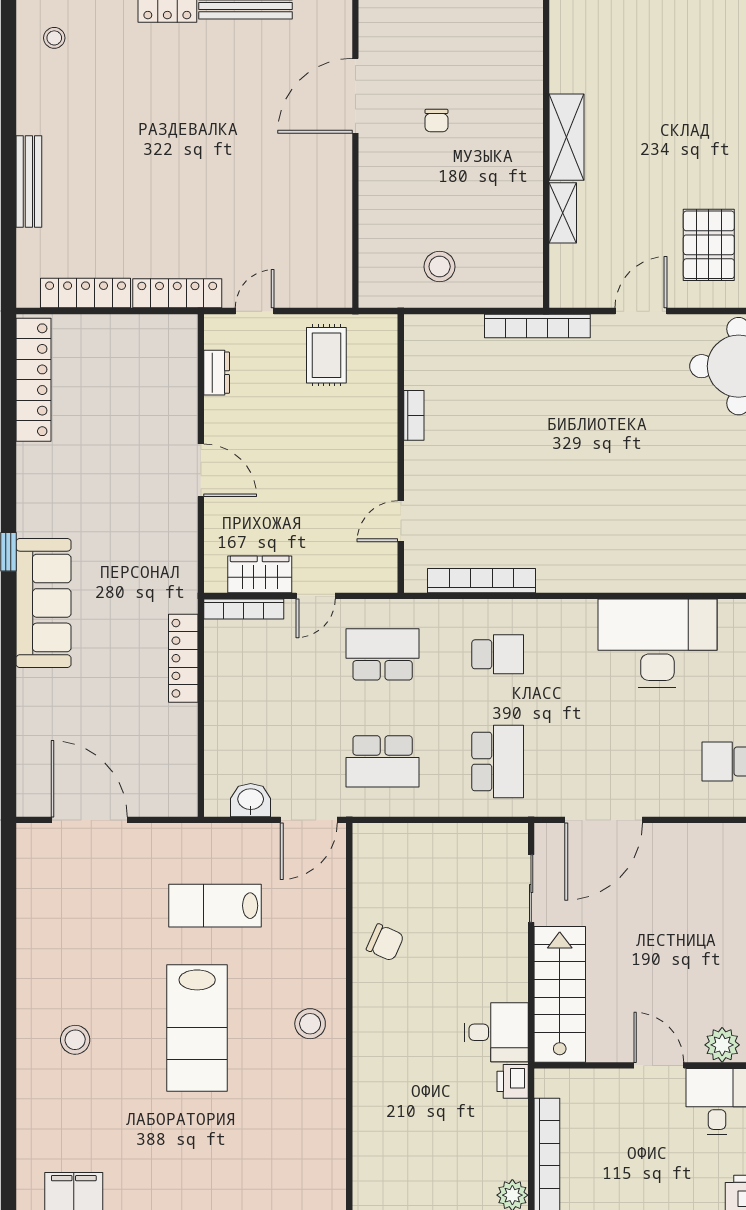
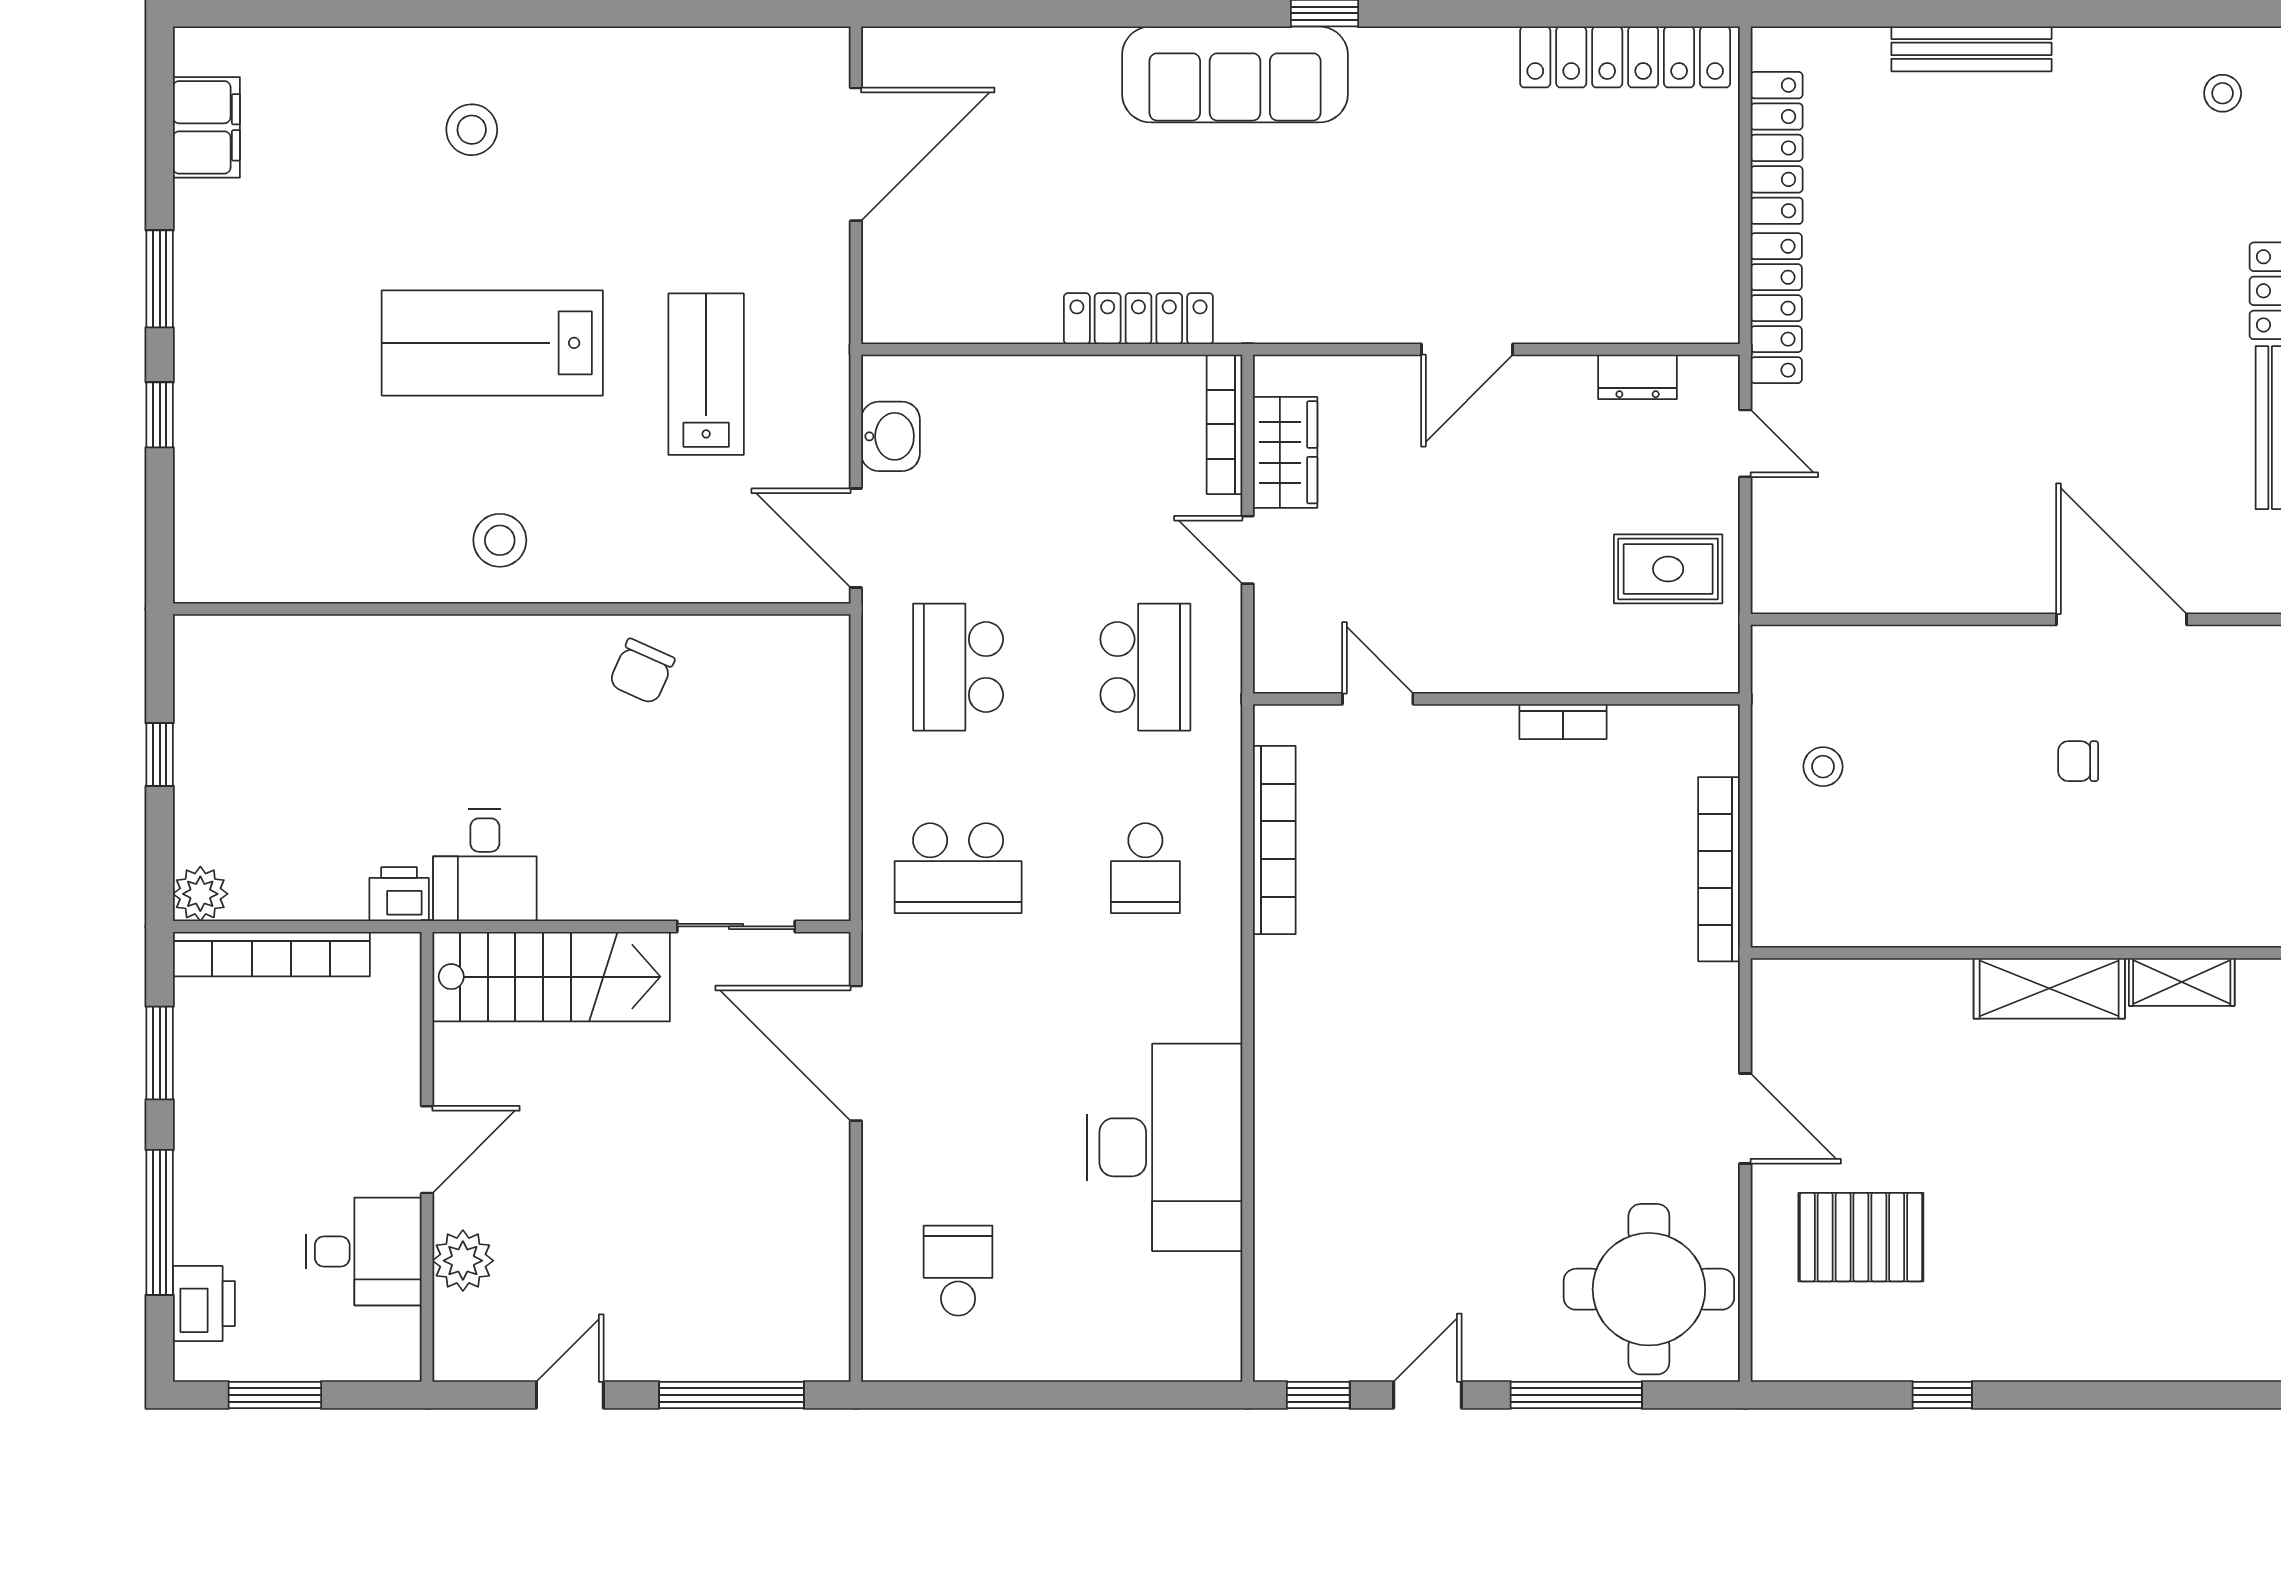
shelving: (563, 213) -> (2182, 982), moved
stool: (440, 267) -> (1823, 767), width x0.73, depth x0.73
bookcase: (537, 326) -> (1719, 869), moved

